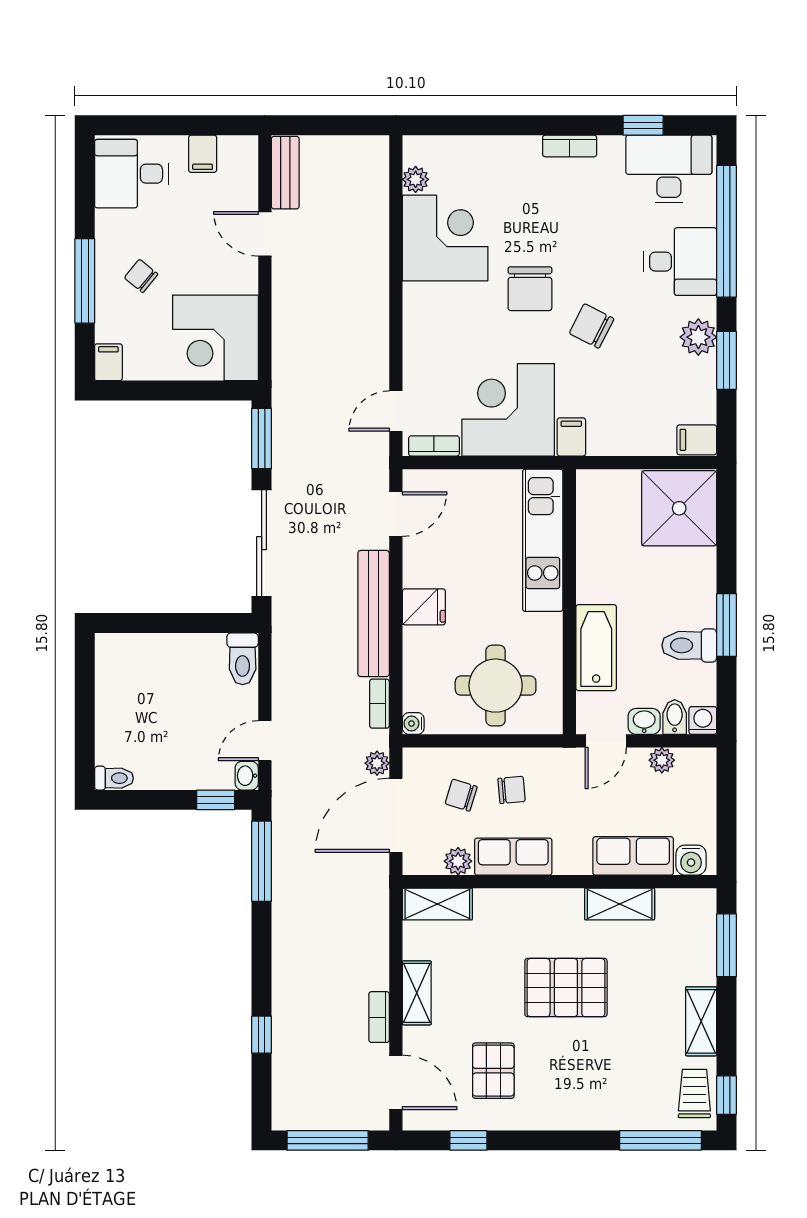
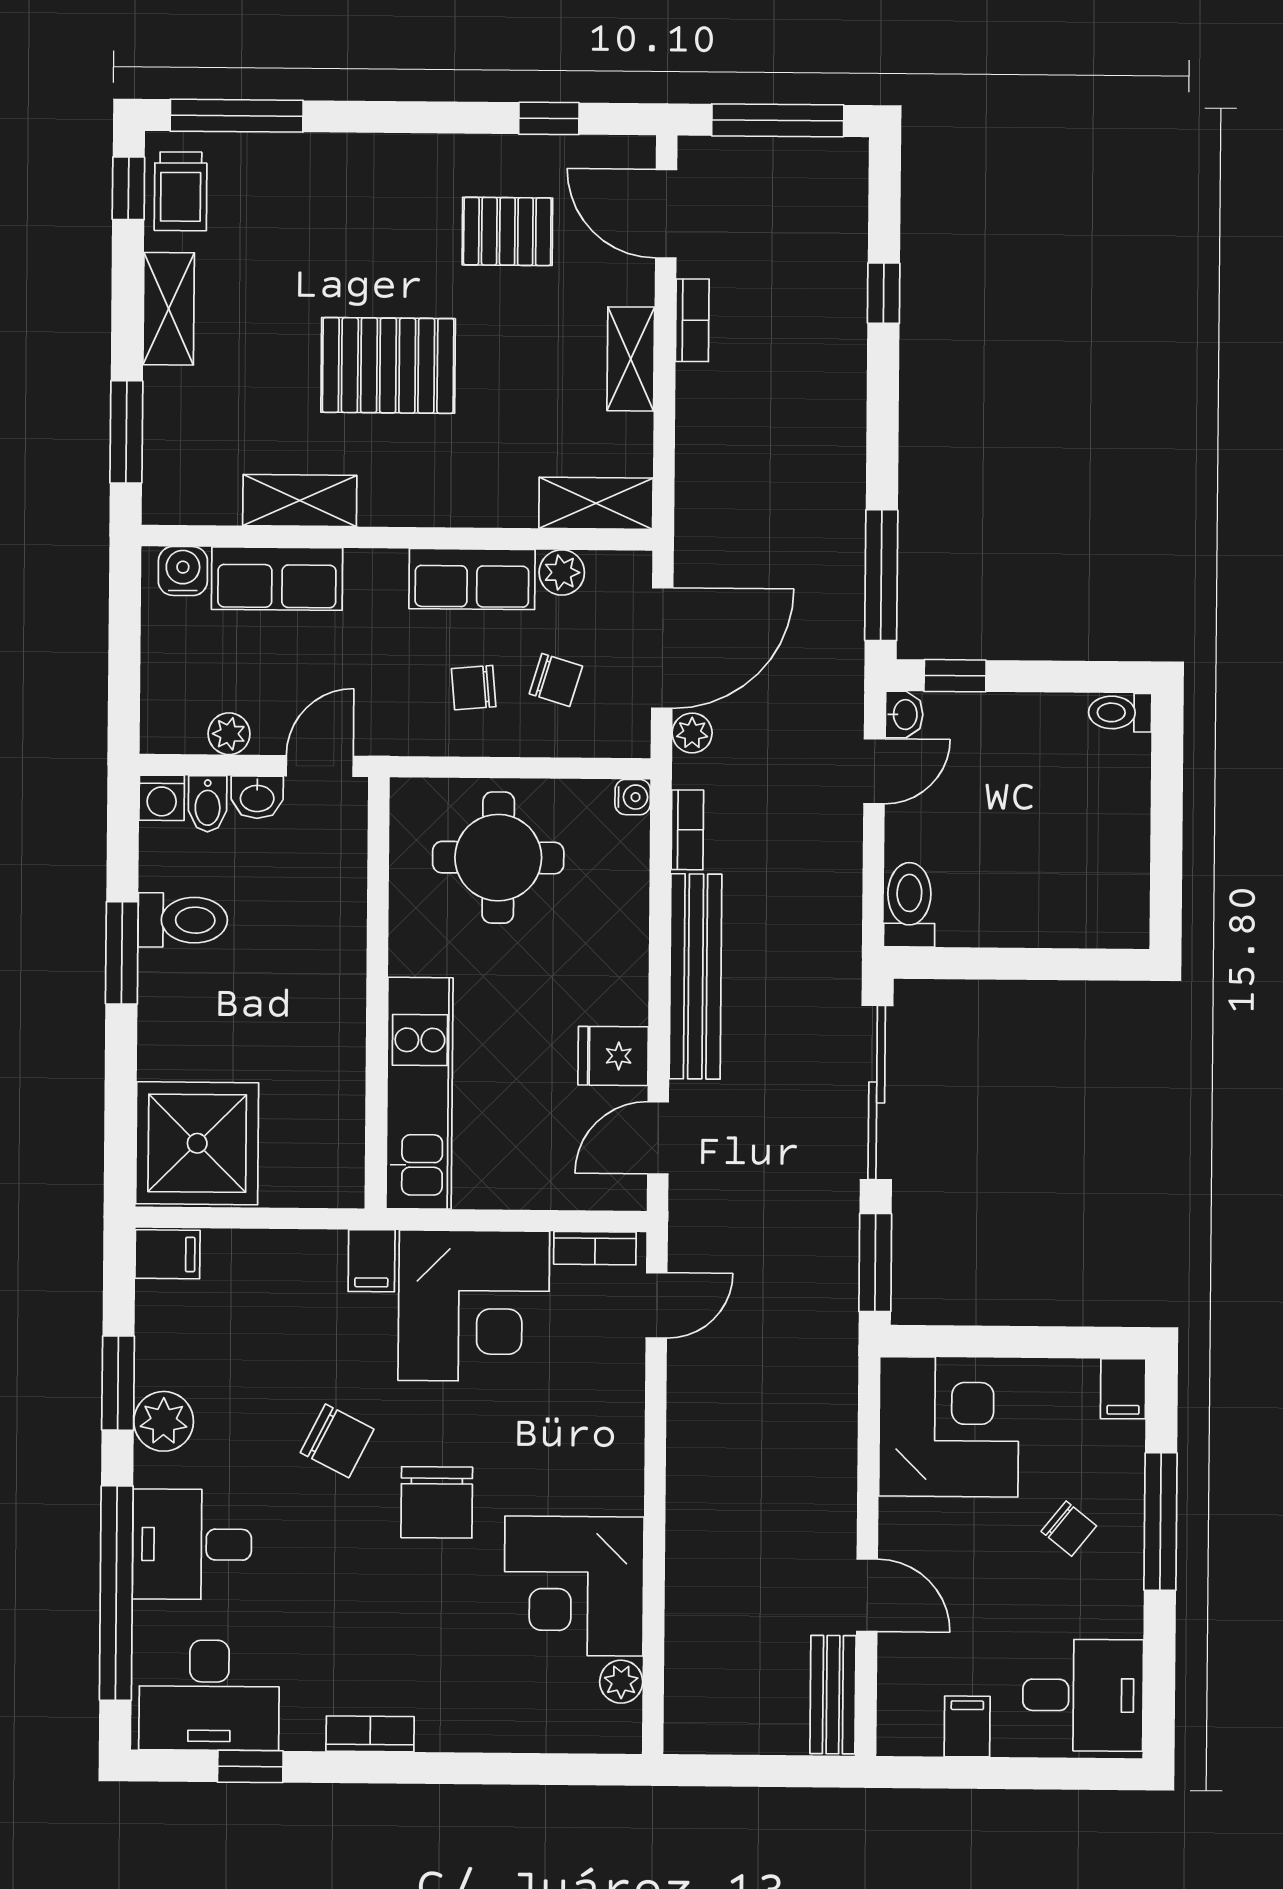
chair: (530, 289) -> (437, 1502), turned 180
fridge: (424, 607) -> (613, 1056), moved
bathtub: (596, 648) -> (334, 918), removed
pallet: (493, 1071) -> (507, 231), turned 90

